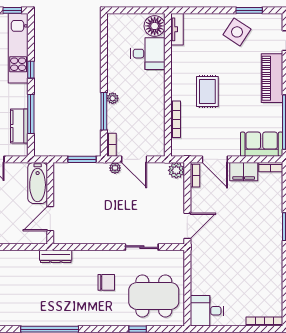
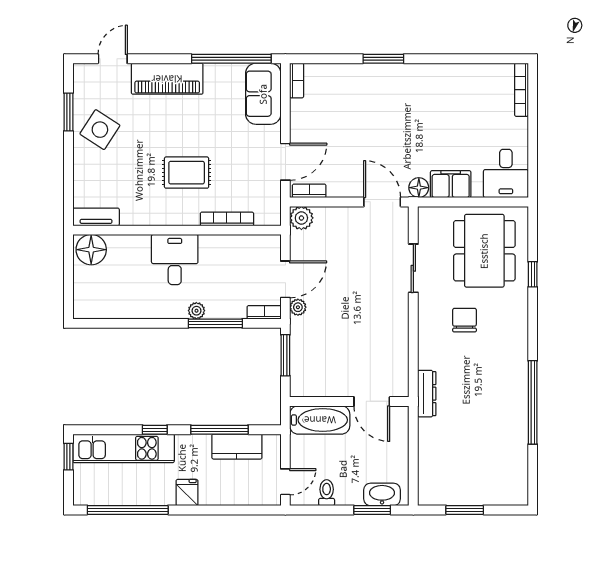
desk: (148, 54) -> (175, 260), moved
filing cabinet: (244, 172) -> (451, 184), moved, turned -90
floor lamp: (197, 251) -> (419, 188), added

